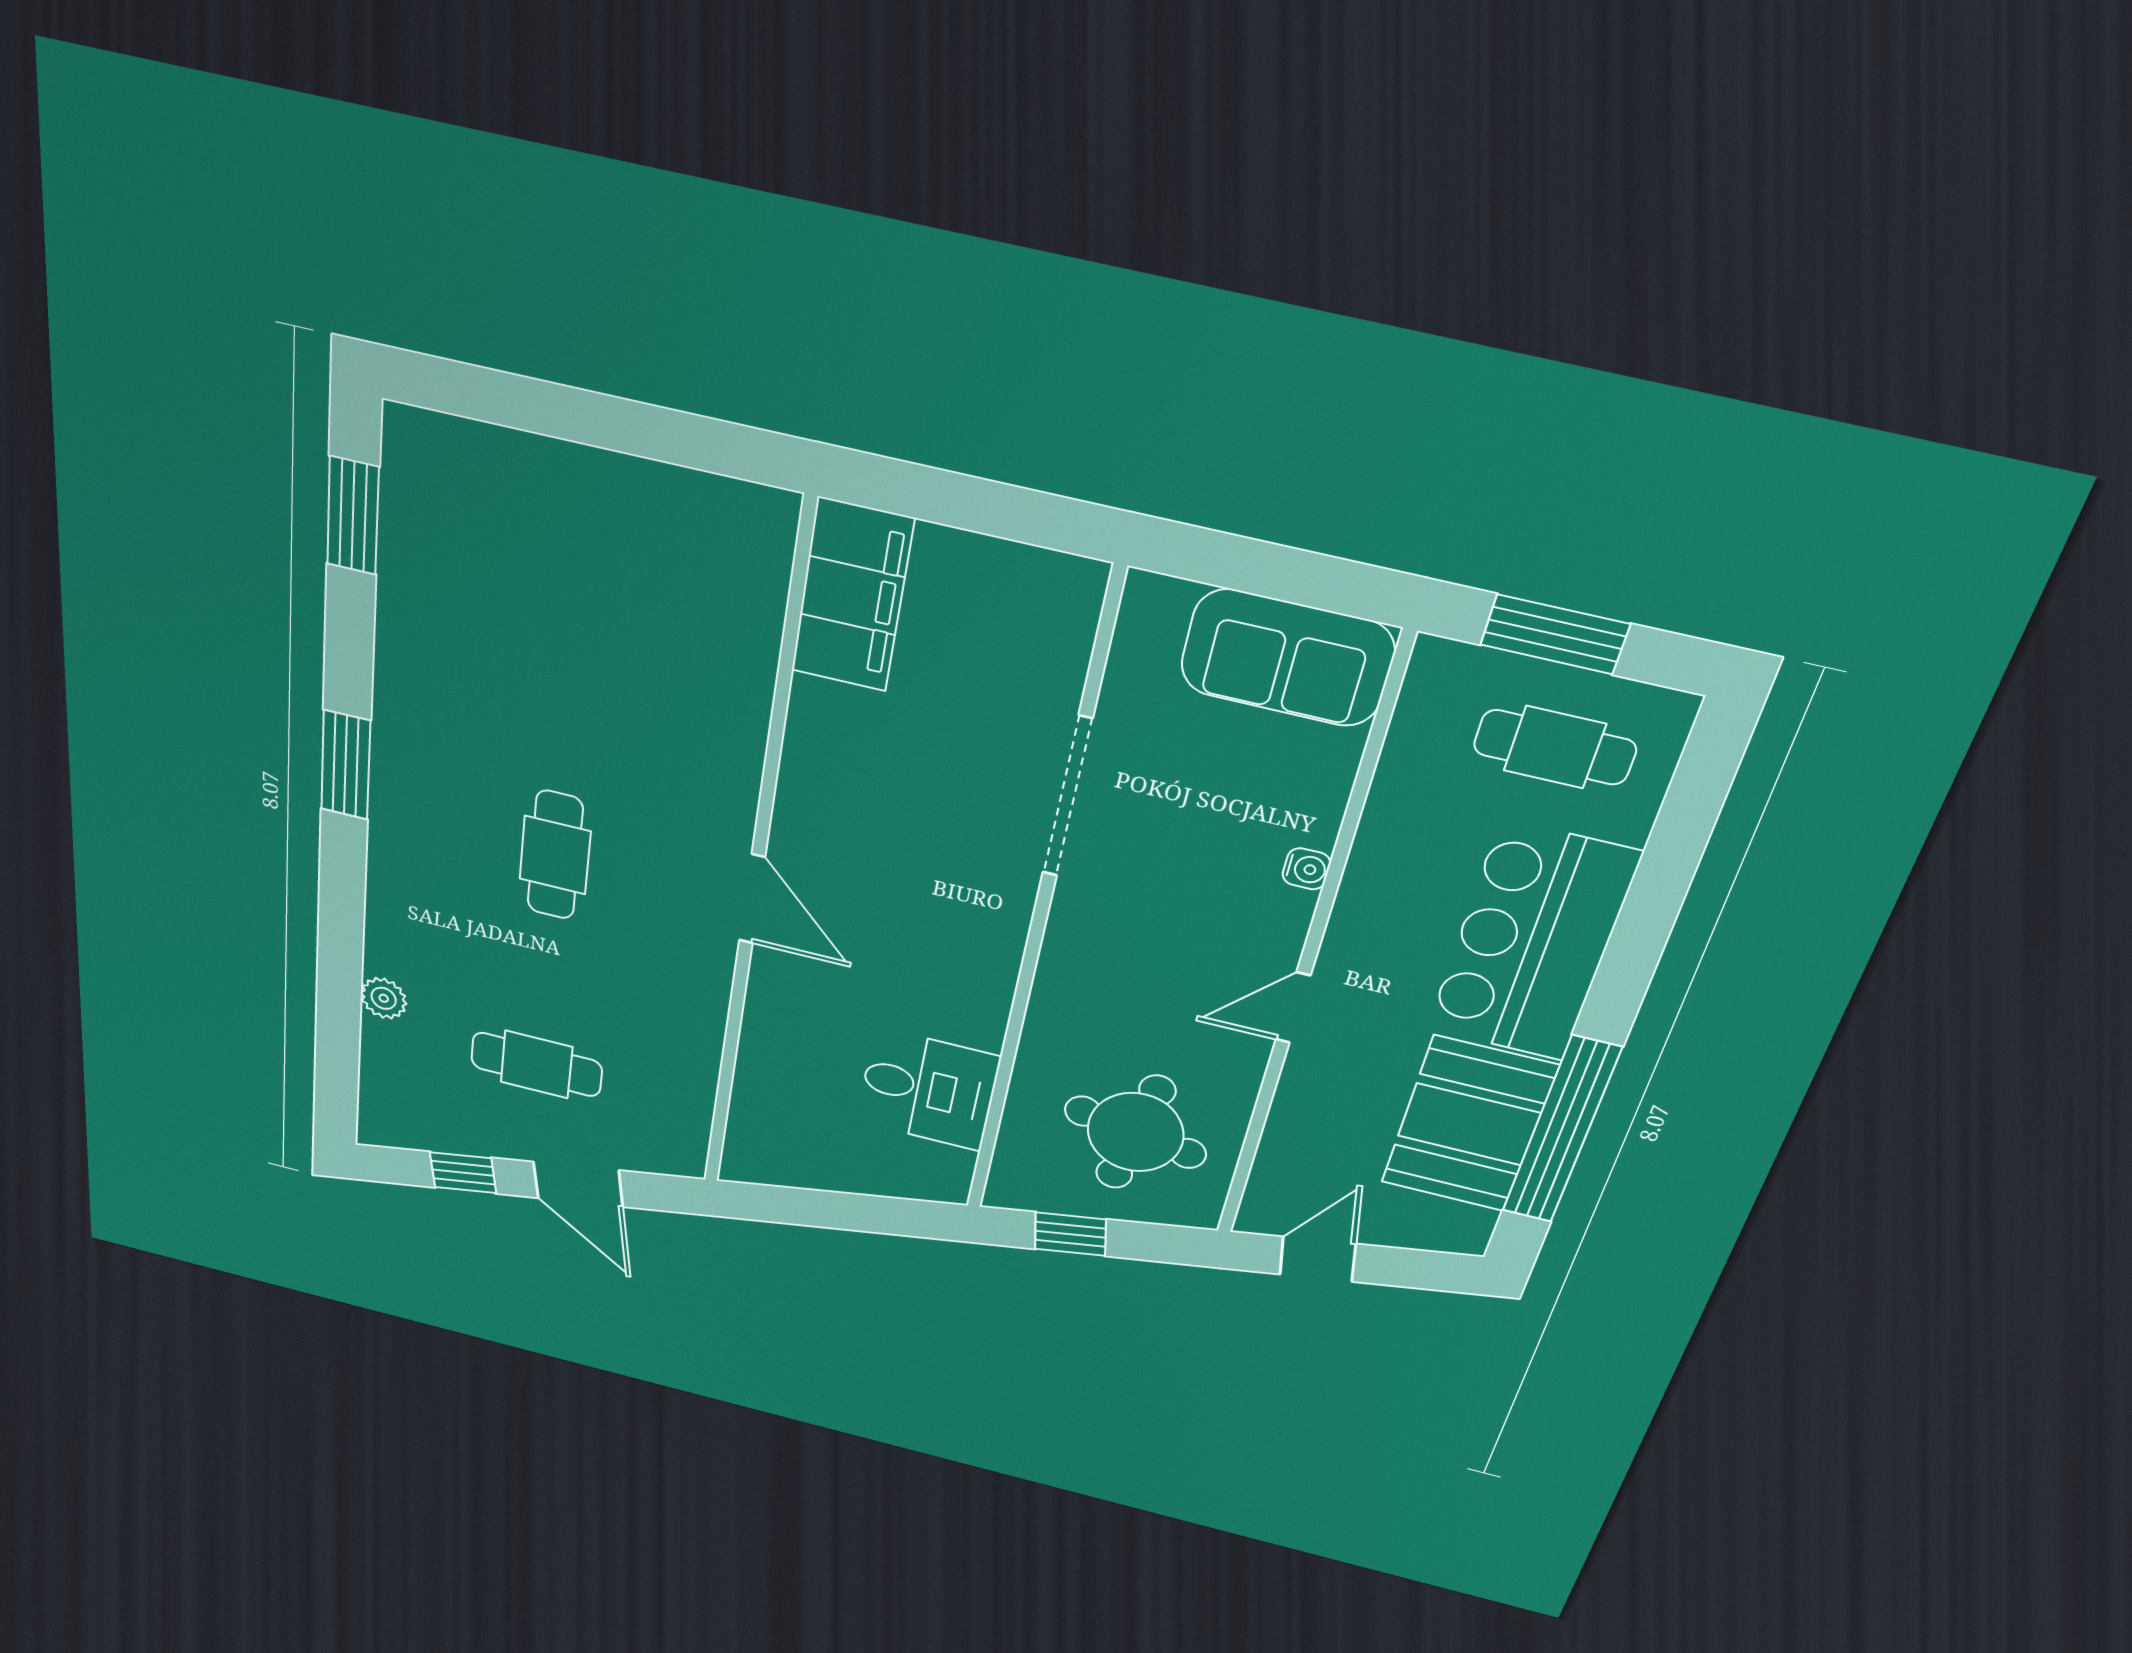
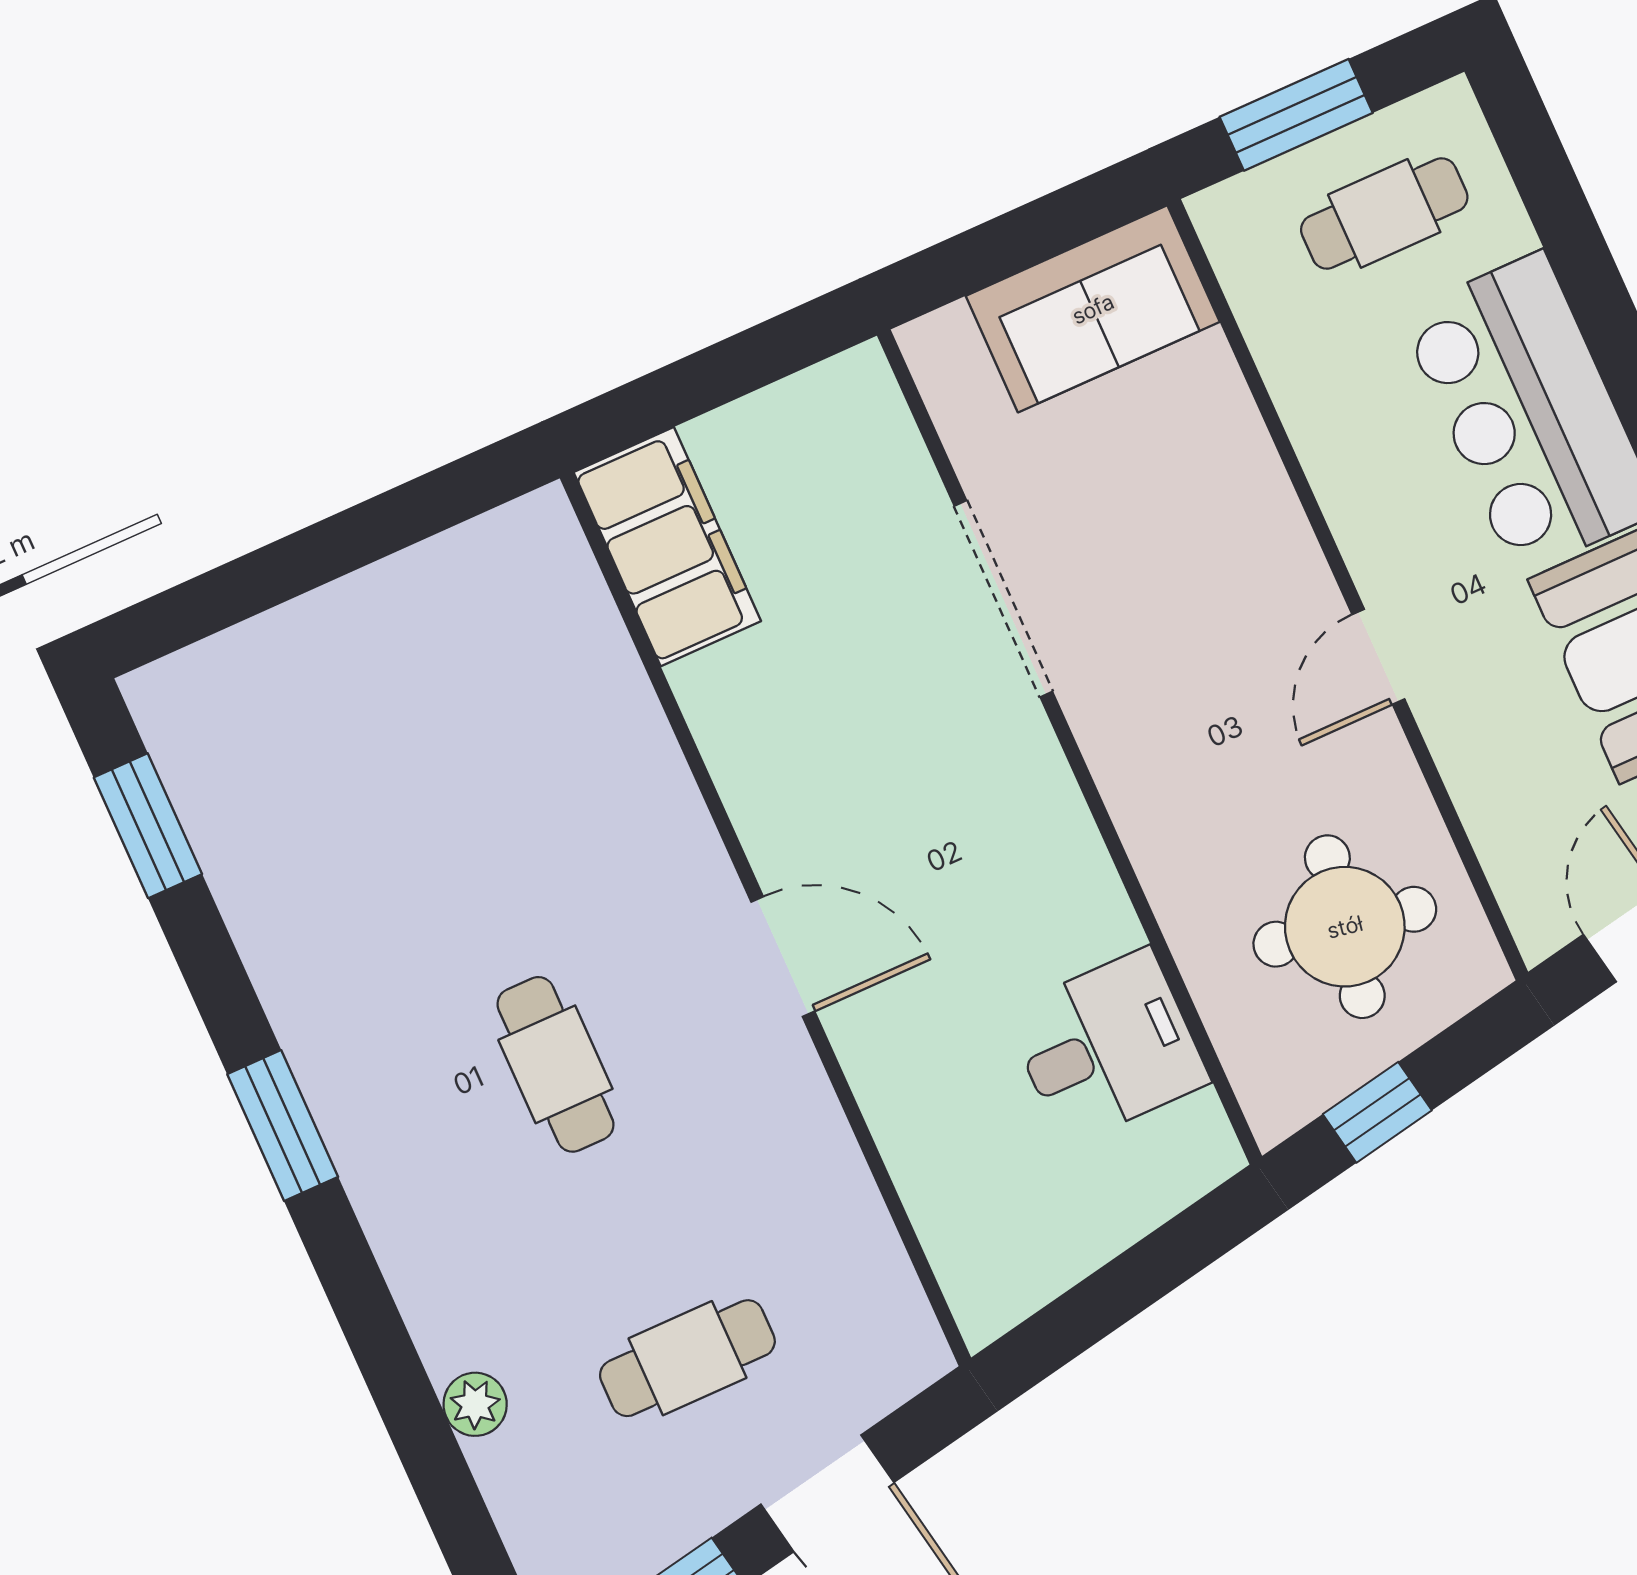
water cooler: (1307, 869) -> (1273, 500), removed

